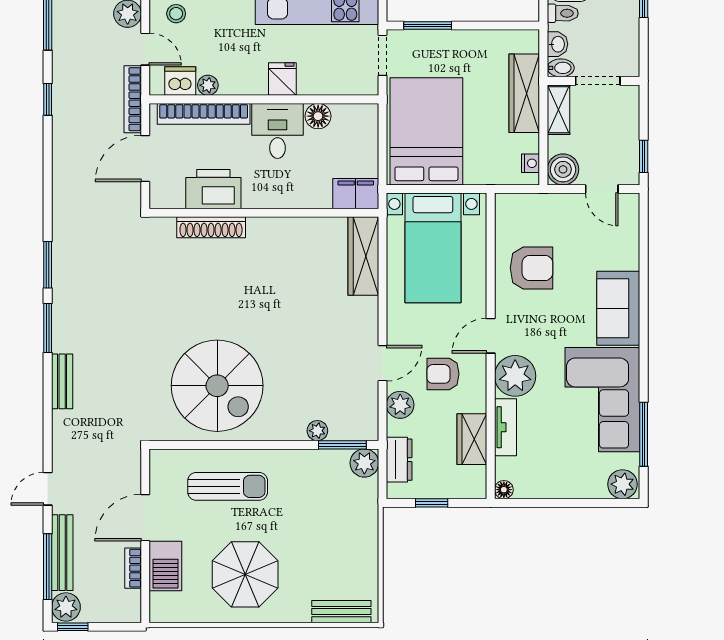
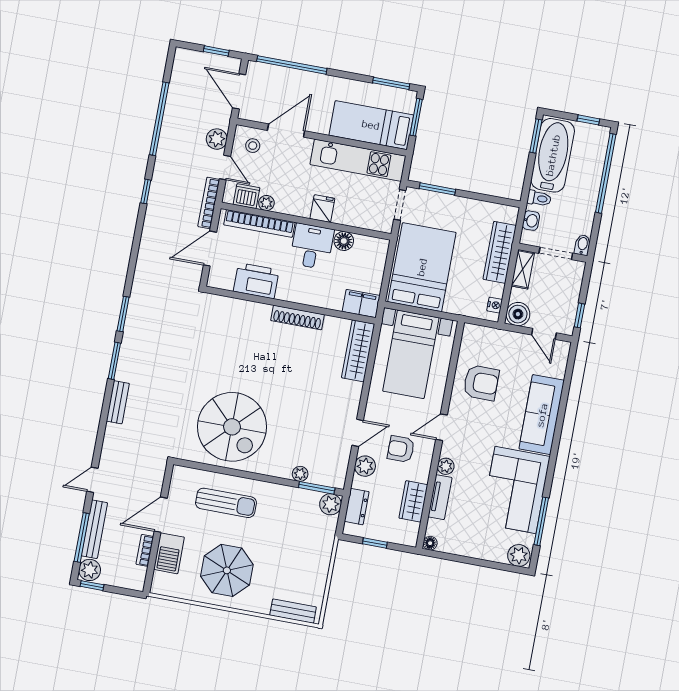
bidet: (561, 68) -> (582, 245), moved, turned -90
shoe rack: (211, 227) -> (297, 318), moved
sofa: (618, 308) -> (542, 415), width x1.36
plant: (515, 376) -> (446, 466), width x0.53, depth x0.53

